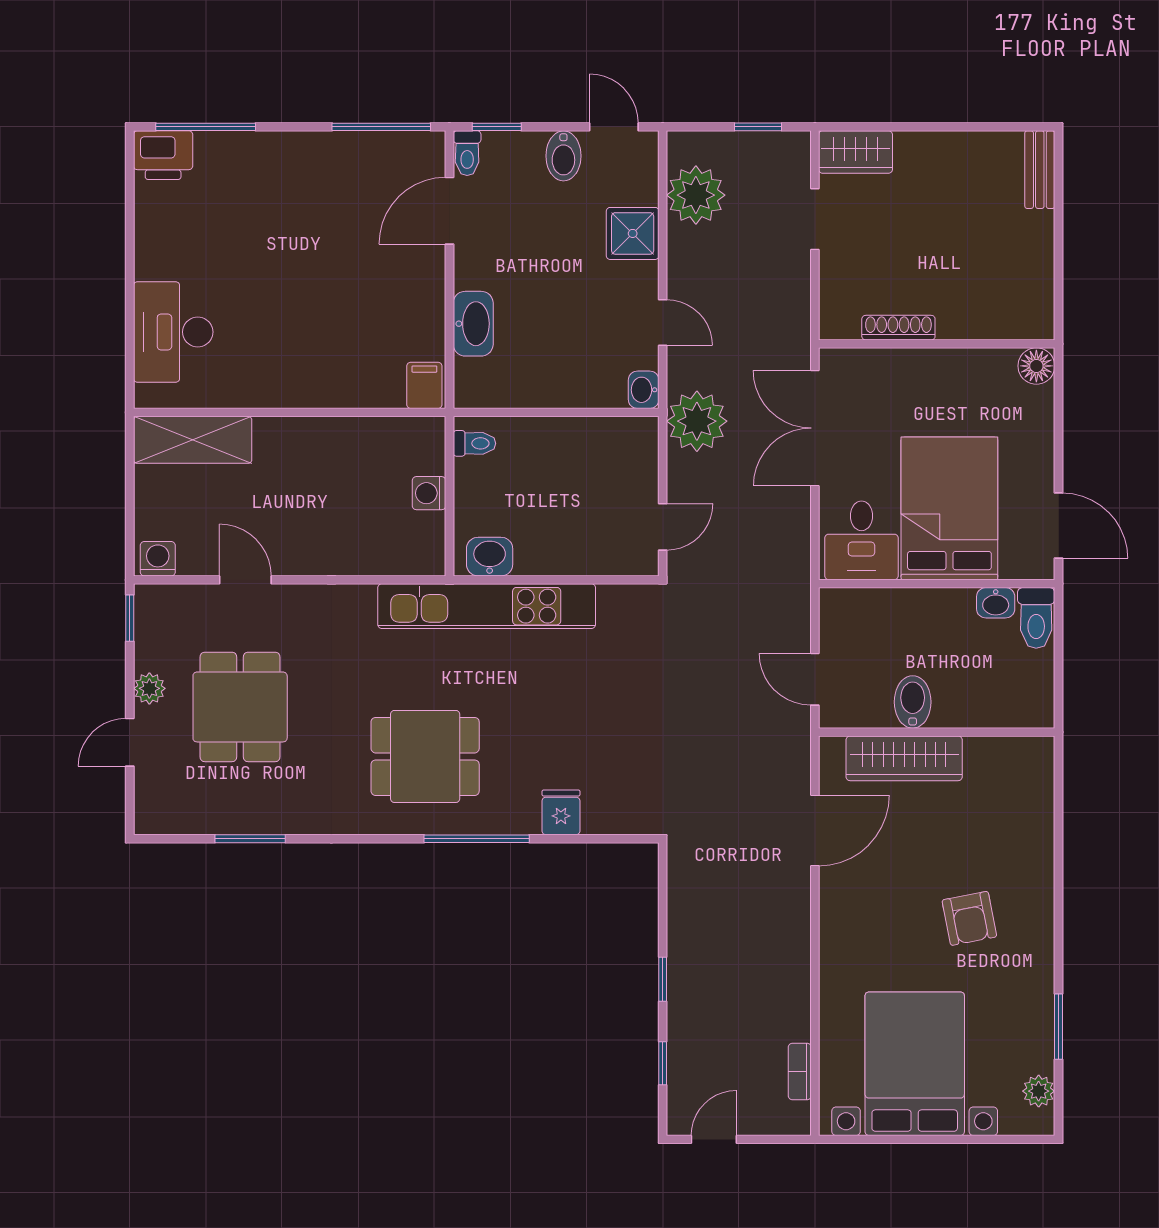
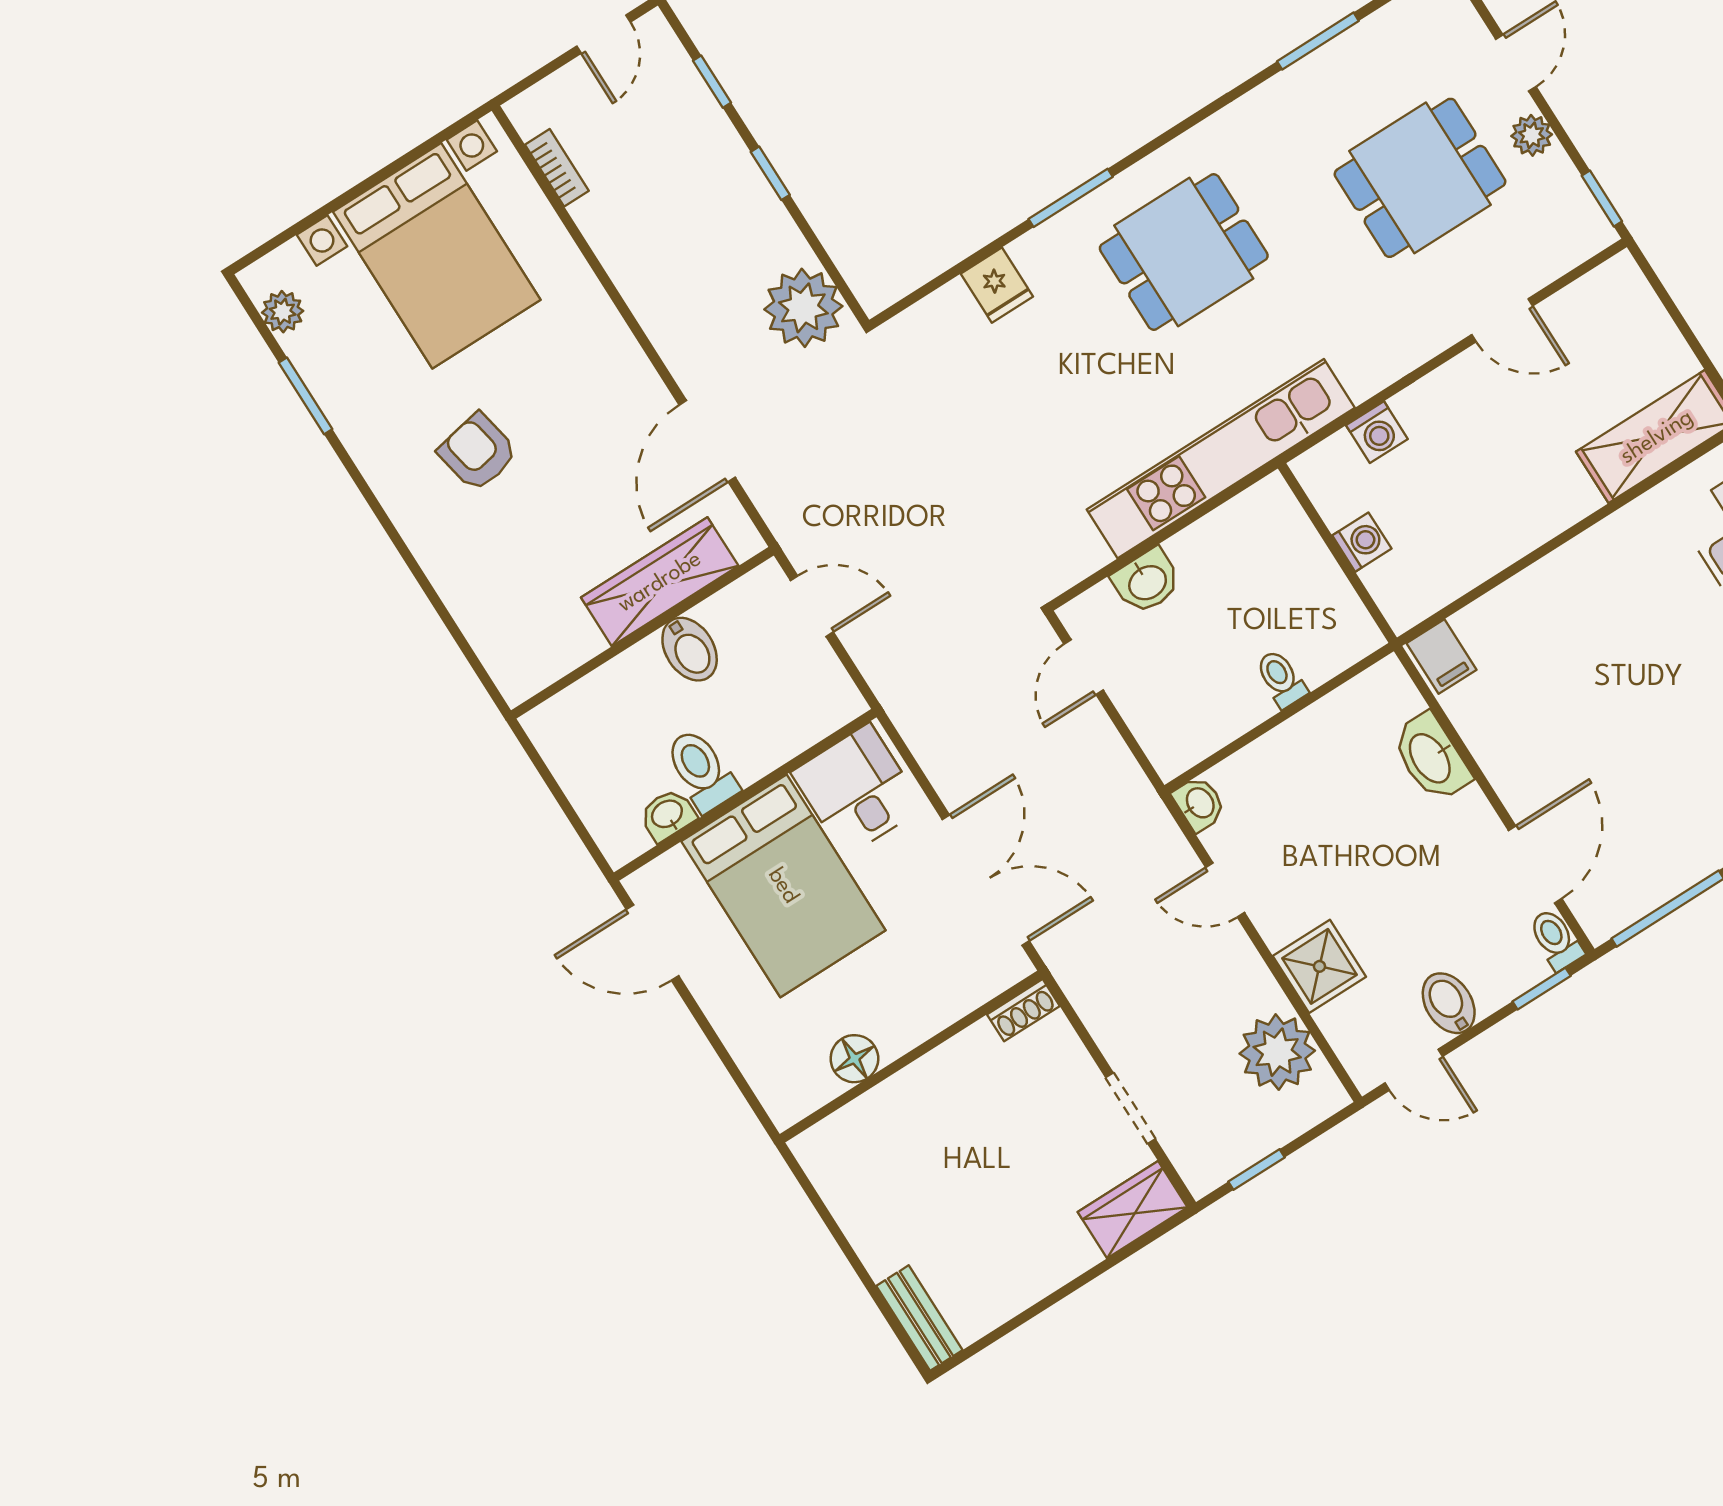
shoe rack: (898, 328) -> (1023, 1010), moved, width x0.70
floor lamp: (1036, 366) -> (854, 1059), moved
plant: (697, 421) -> (803, 308), moved
toilet: (474, 443) -> (1281, 679), moved, turned 90
washbasin: (490, 557) -> (1147, 581), moved
washing machine: (158, 559) -> (1377, 432), moved
toilet: (1036, 618) -> (701, 770), moved
dining table: (240, 707) -> (1420, 178), turned 90
window: (477, 839) -> (1071, 198), width x0.69

